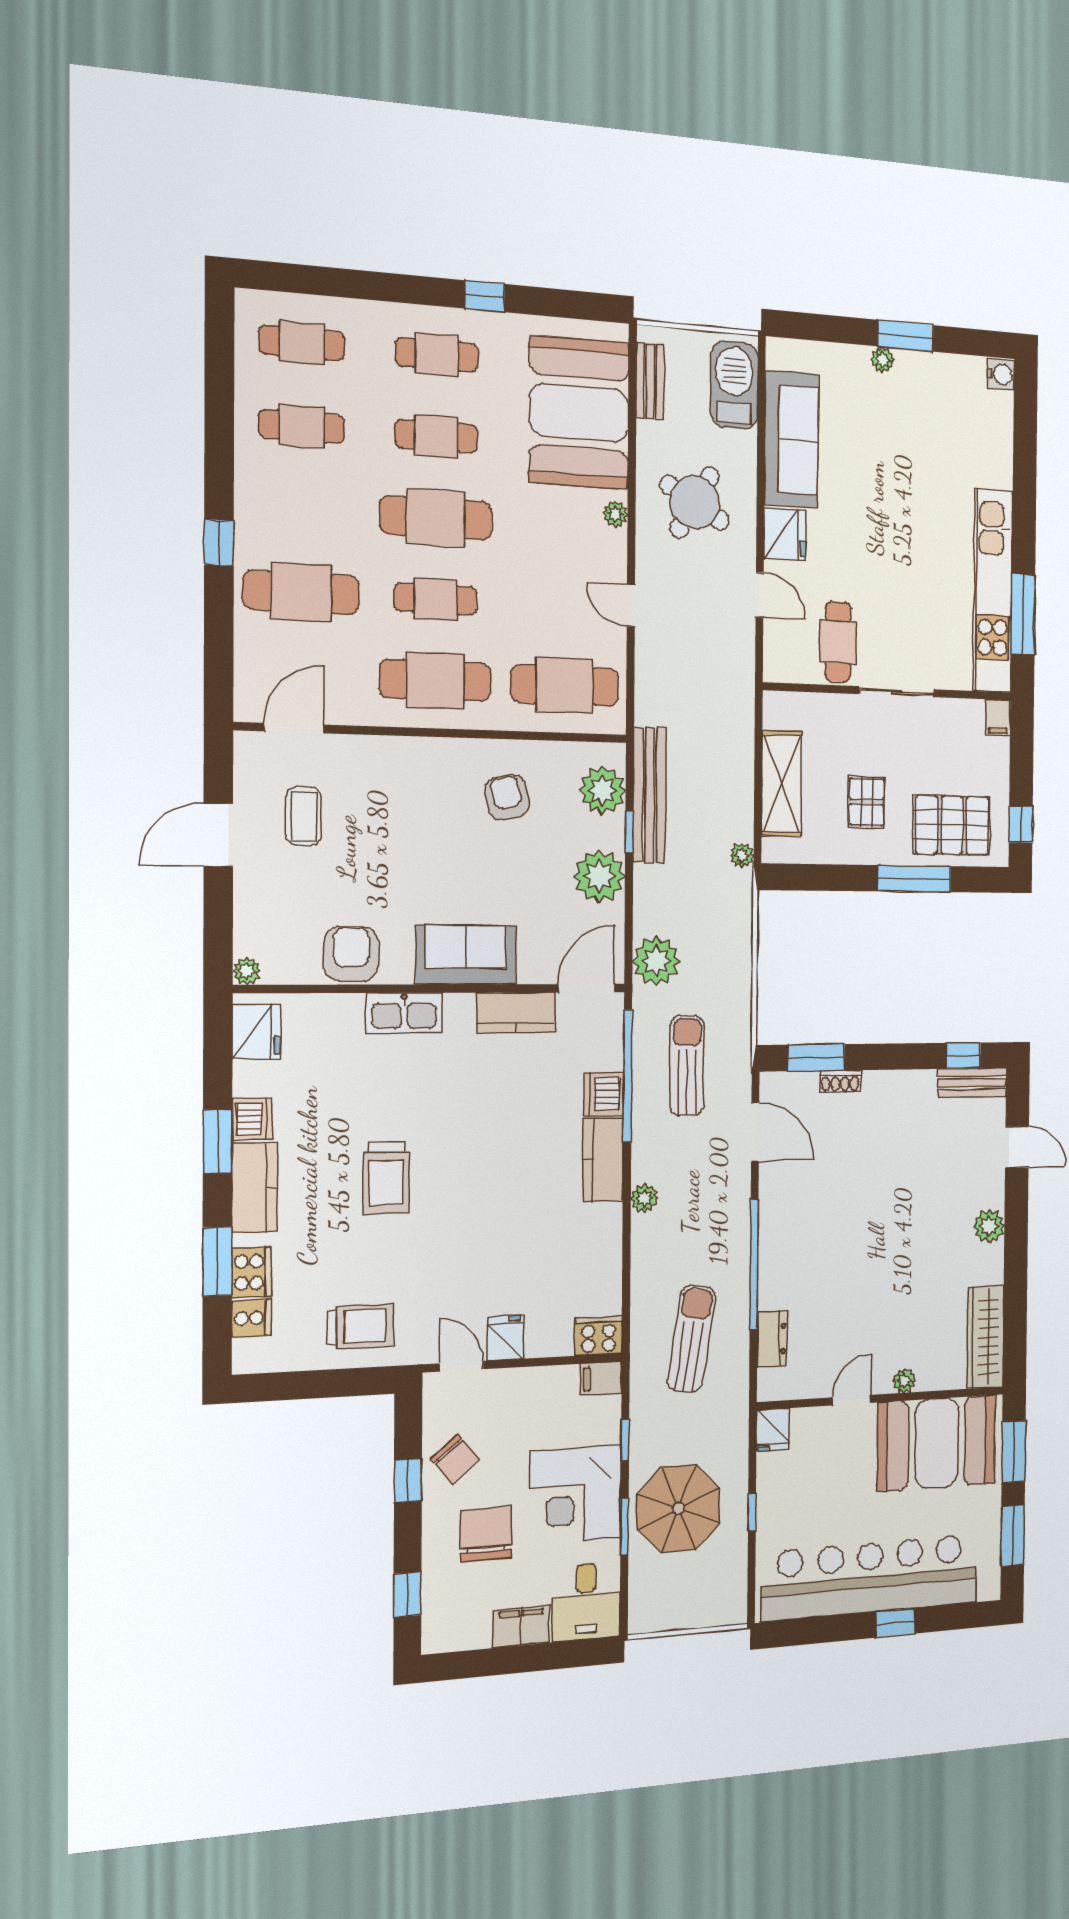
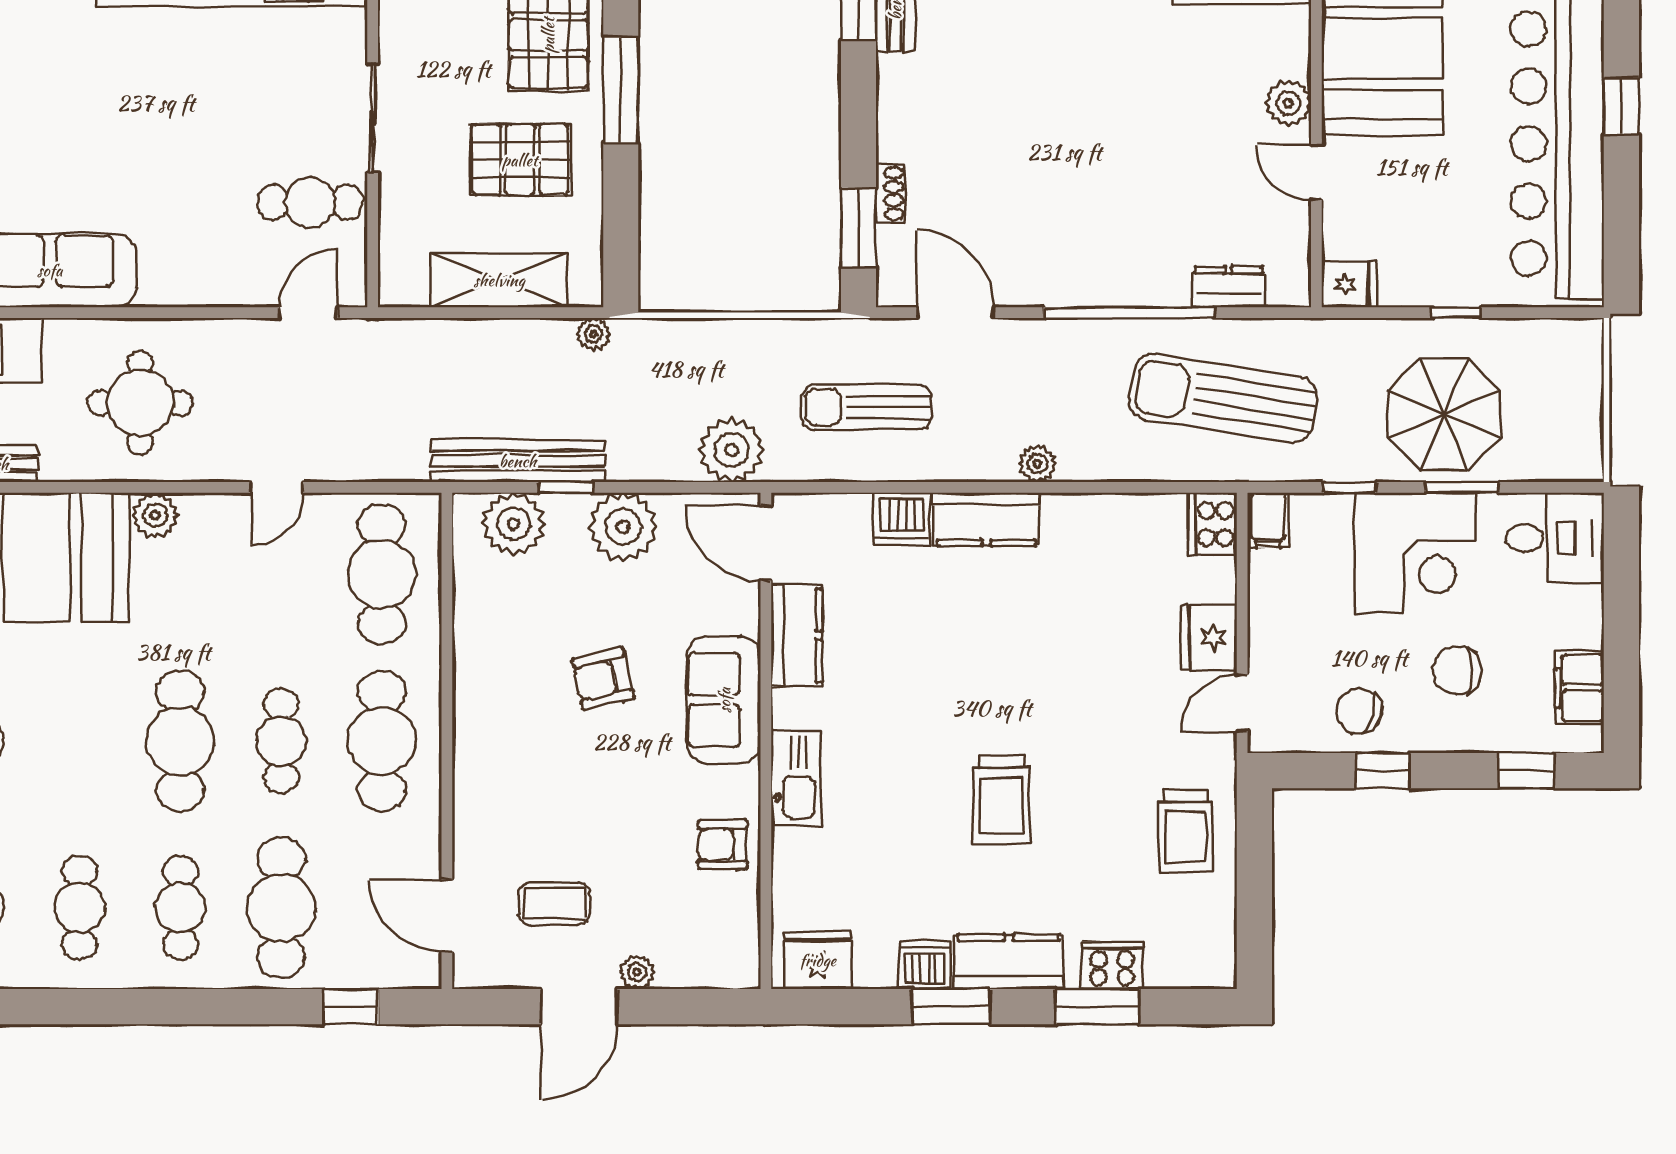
cafe table: (436, 436) -> (180, 908), moved
round table: (695, 503) -> (140, 403), turned -31
plant: (615, 514) -> (155, 515), width x1.38, depth x1.38
fridge: (785, 534) -> (174, 279), removed
window: (219, 543) -> (351, 1007), moved
door: (760, 595) -> (308, 313), moved
armchair: (507, 797) -> (603, 679), moved
pallet: (867, 802) -> (520, 160), width x1.50, depth x1.42
door: (218, 835) -> (579, 1007), hinge flipped
armchair: (351, 954) -> (723, 845), width x0.72, depth x0.72
plant: (247, 971) -> (637, 972), moved
window: (628, 1076) -> (878, 487), removed
door: (755, 1132) -> (955, 313), hinge flipped
trolley: (386, 1178) -> (1001, 800), turned 90
cooker: (251, 1318) -> (1169, 965), removed
trolley: (361, 1326) -> (1185, 831), turned 180
fridge: (505, 1338) -> (1209, 638), width x1.38
sun lounger: (691, 1339) -> (1223, 398), width x1.36, depth x1.34
plant: (904, 1381) -> (1289, 103), width x1.38, depth x1.38
chair: (455, 1459) -> (1359, 711), turned -124
chair: (486, 1534) -> (1457, 670), width x0.73, depth x0.73
filing cabinet: (521, 1626) -> (1580, 688), moved

